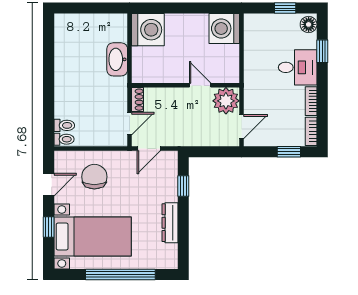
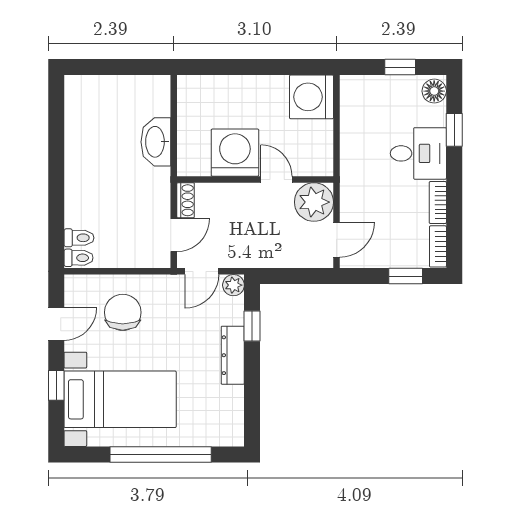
washing machine: (148, 30) -> (235, 153), moved, turned -90
plant: (171, 158) -> (233, 285), added
dresser: (170, 223) -> (233, 355), moved

